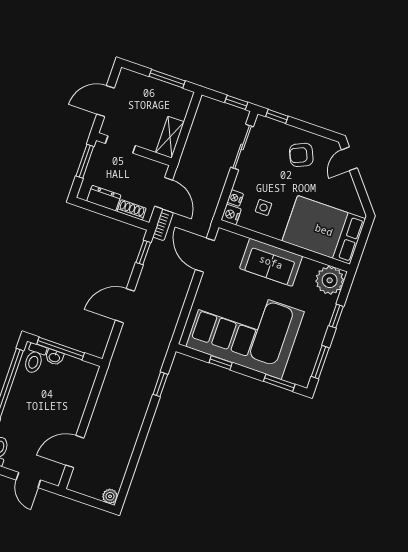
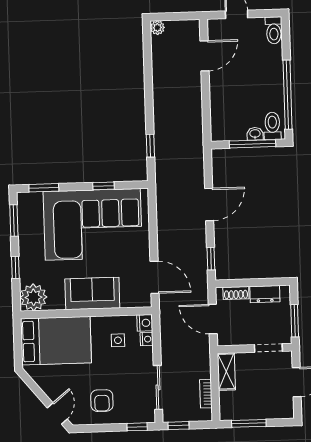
armchair: (301, 155) -> (102, 401), turned 114
bookcase: (163, 225) -> (206, 394), moved

